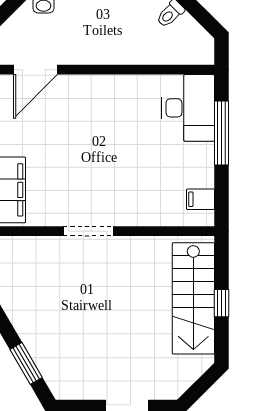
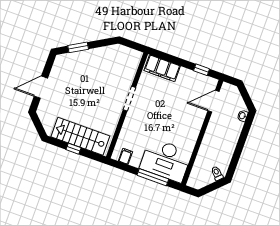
door: (35, 70) -> (214, 101), hinge flipped
desk: (188, 108) -> (166, 160), width x1.36, depth x1.30

